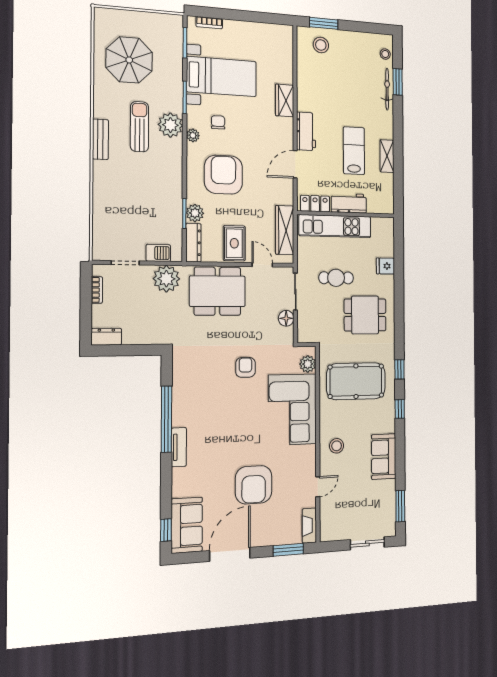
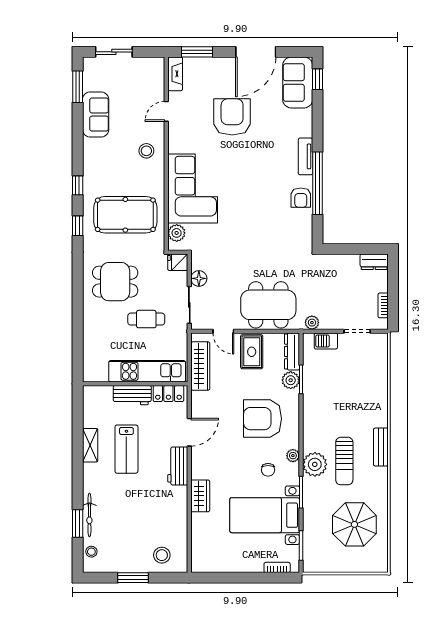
window: (324, 23) -> (133, 578), moved
armchair: (223, 175) -> (263, 419), turned 90
fridge: (385, 266) -> (178, 262), moved, turned 180
plant: (166, 279) -> (312, 323), width x0.53, depth x0.53
armchair: (245, 367) -> (301, 198), moved
sofa: (384, 457) -> (96, 115), moved

